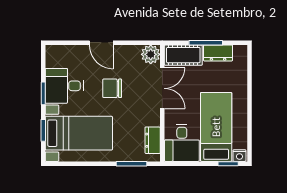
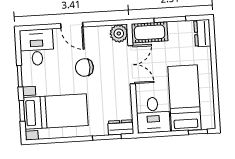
dresser: (218, 53) -> (202, 33), moved, turned 90
desk: (64, 86) -> (37, 47), moved, turned 90
dresser: (153, 140) -> (121, 127), moved, turned 90
nightstand: (239, 156) -> (208, 124), removed

